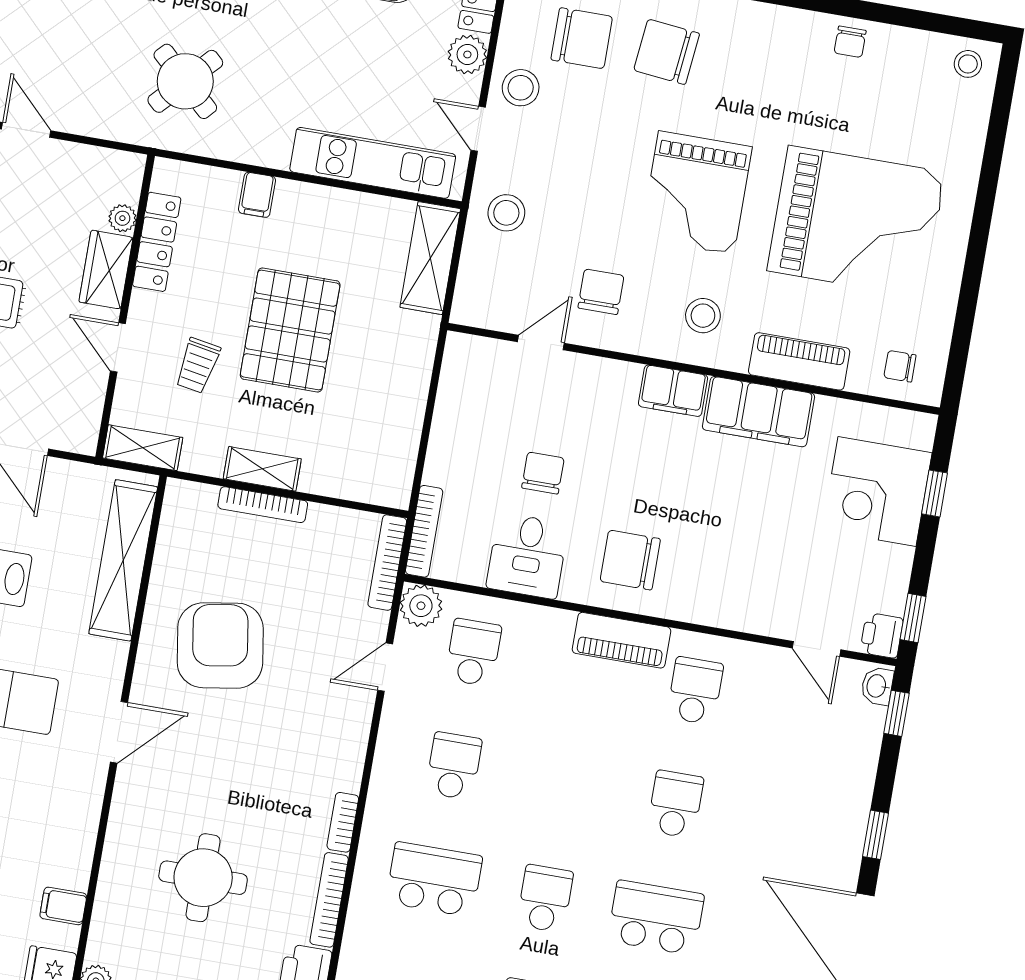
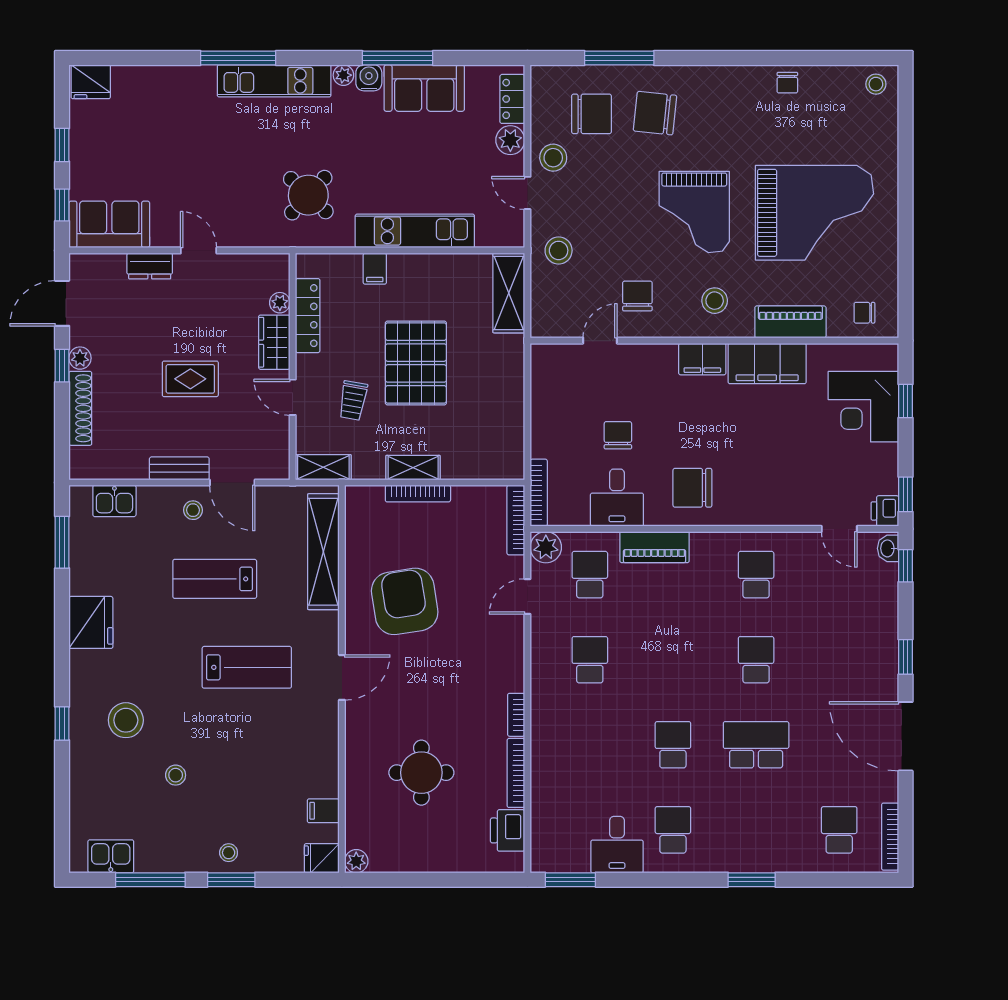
kitchen unit: (373, 163) -> (415, 231), moved
piano: (622, 640) -> (655, 547), moved
school desk: (434, 879) -> (590, 745), removed

